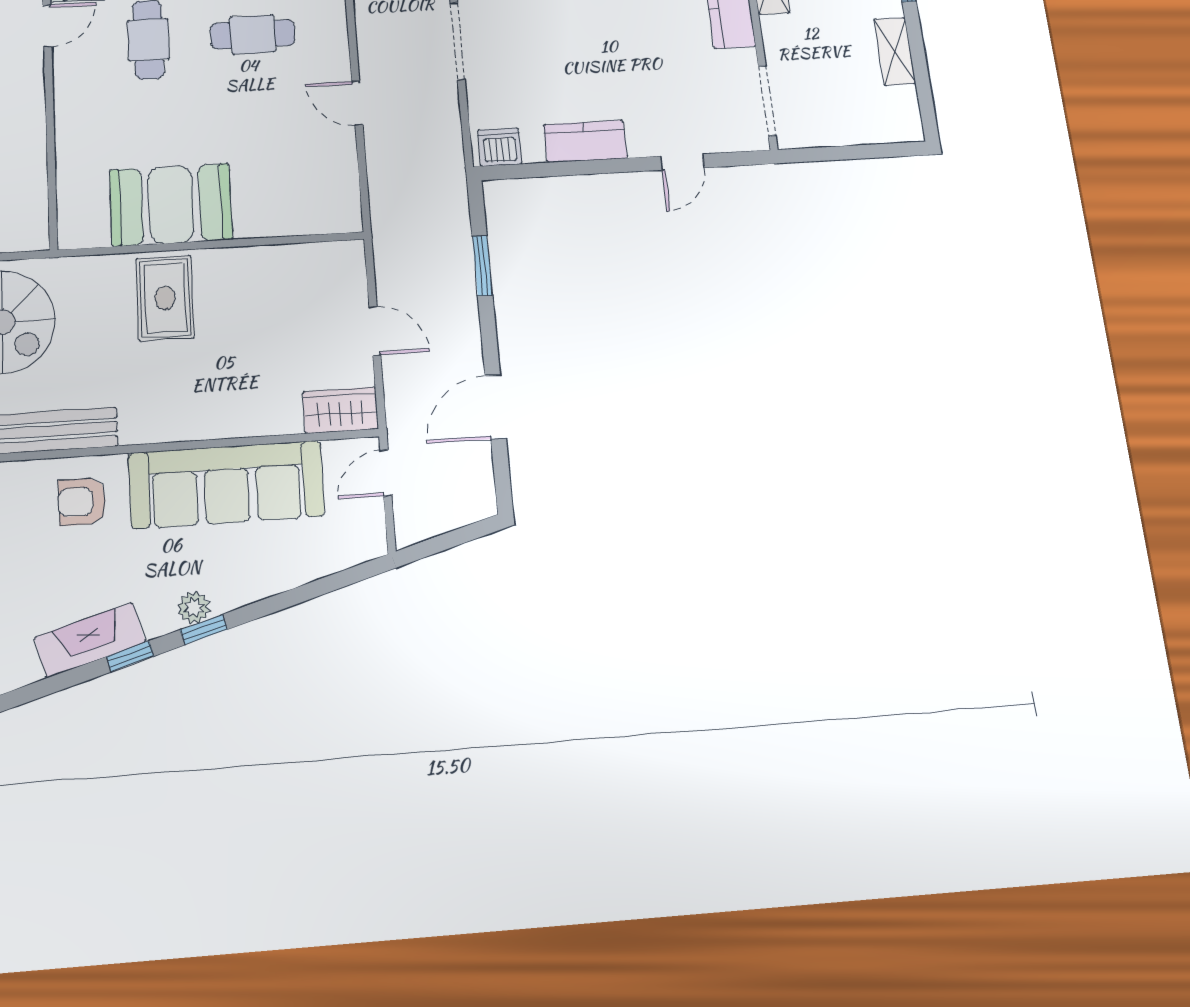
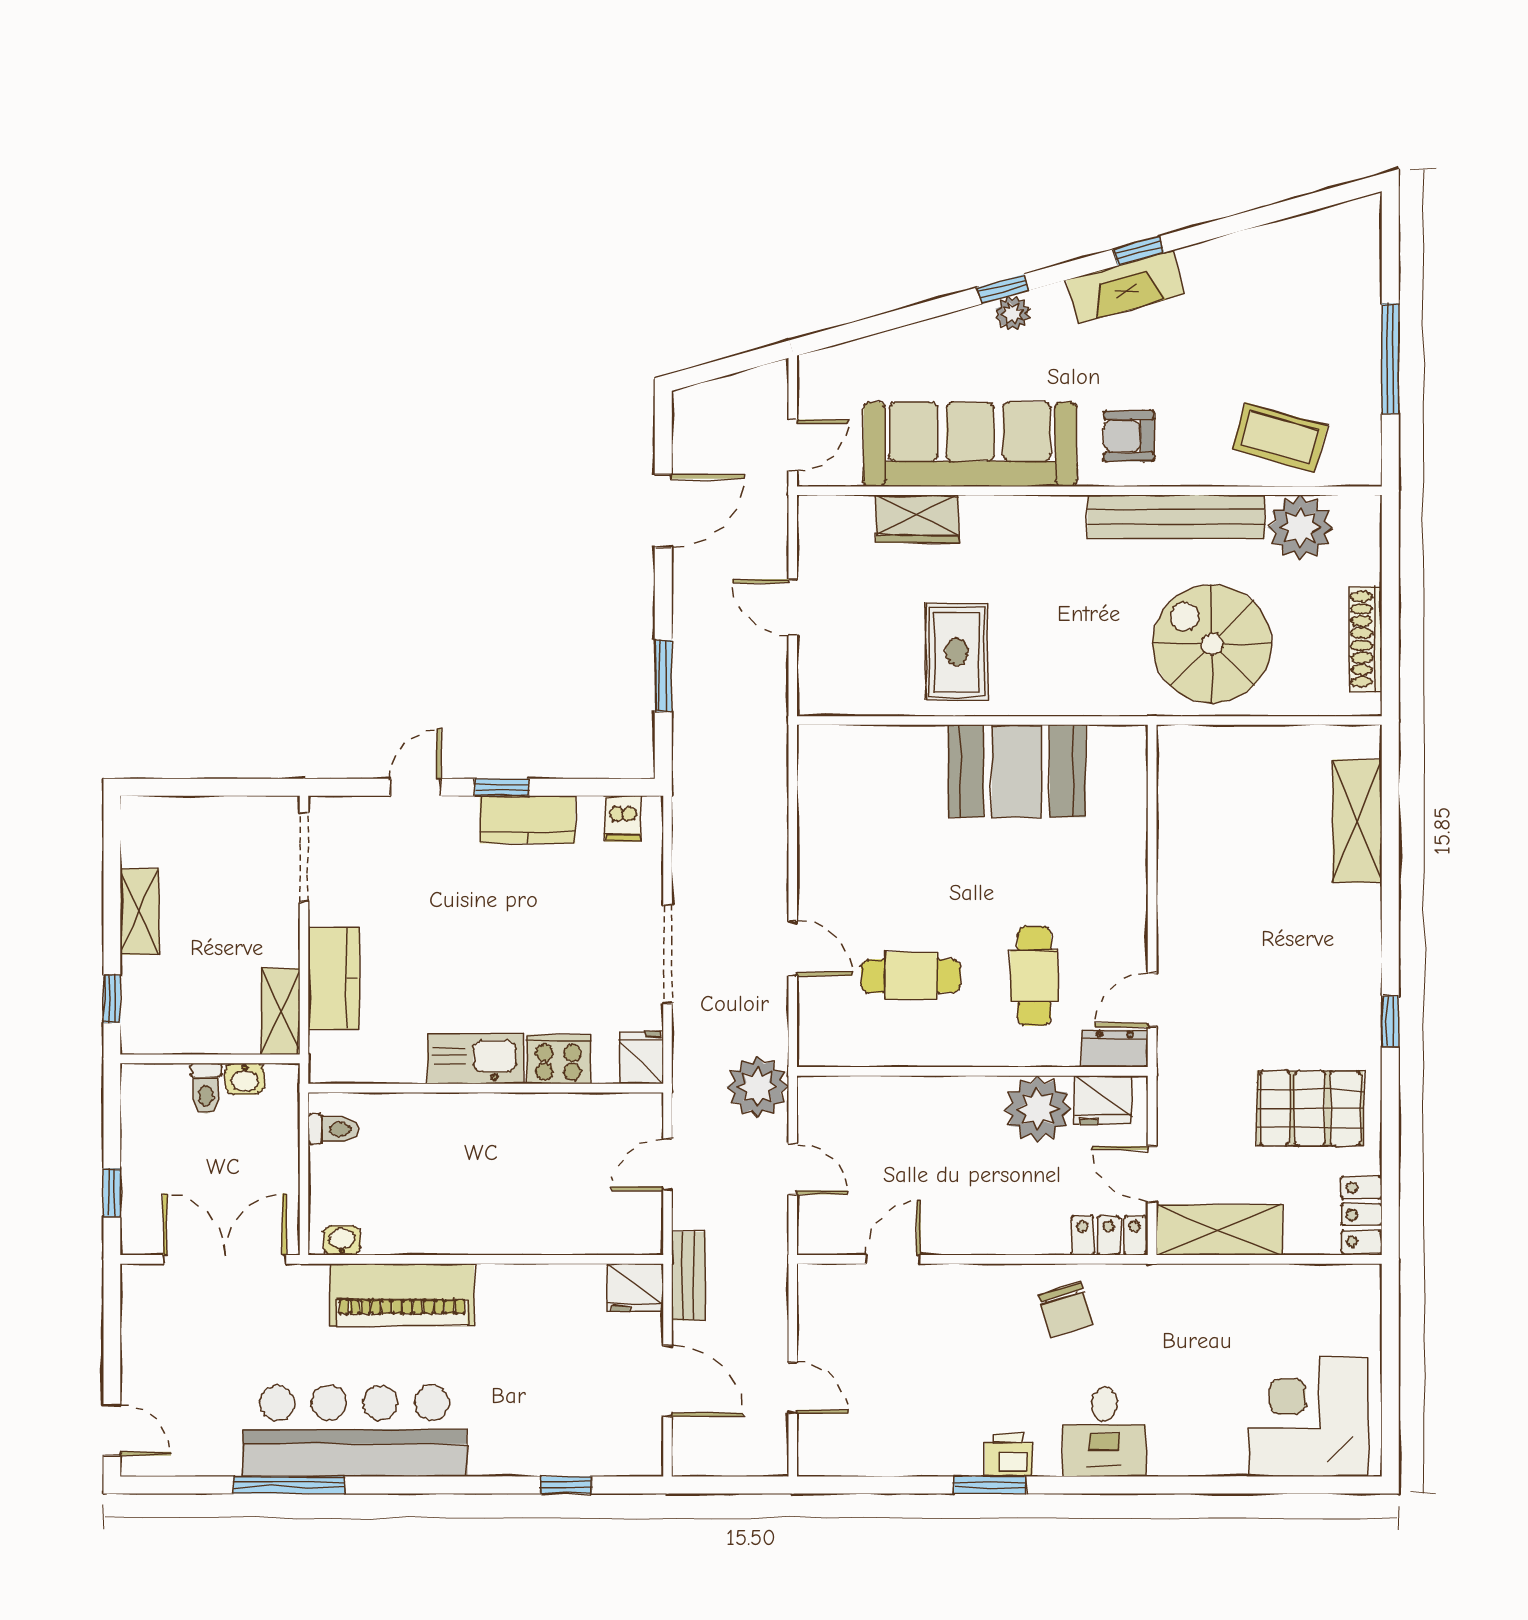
door: (357, 103) -> (793, 948), moved
dishwasher: (500, 147) -> (623, 818), width x0.73
window: (610, 166) -> (502, 787), added
rug: (165, 298) -> (957, 652), moved
wardrobe: (340, 410) -> (917, 519), moved
armchair: (82, 502) -> (1129, 436), turned 180
window: (130, 656) -> (1139, 251), moved

